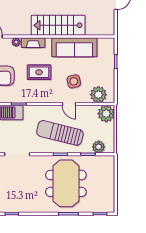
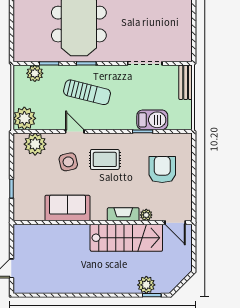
stairs: (58, 25) -> (126, 238), moved
sofa: (74, 47) -> (67, 208), width x0.73
rug: (39, 72) -> (105, 159), moved
sun lounger: (60, 133) -> (87, 92), width x0.73, depth x0.75

